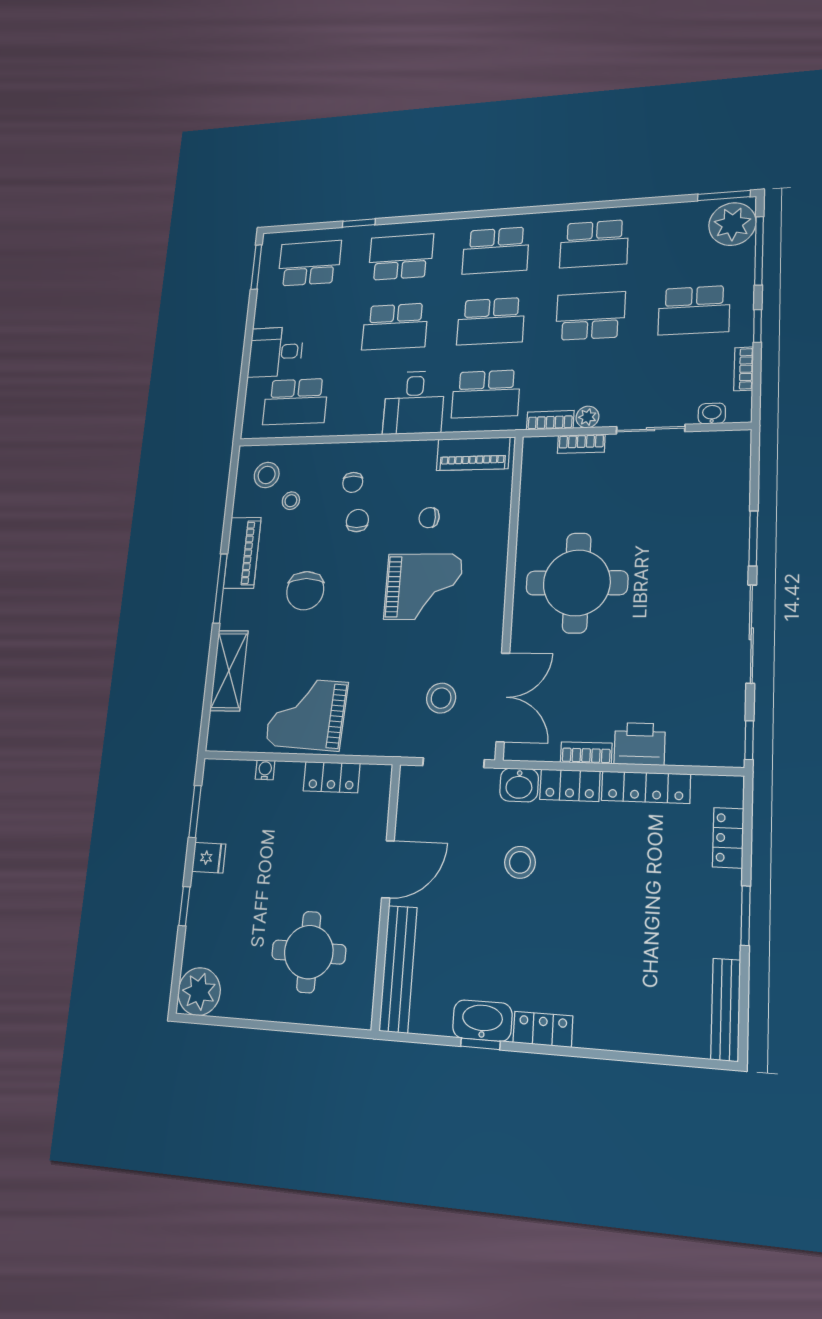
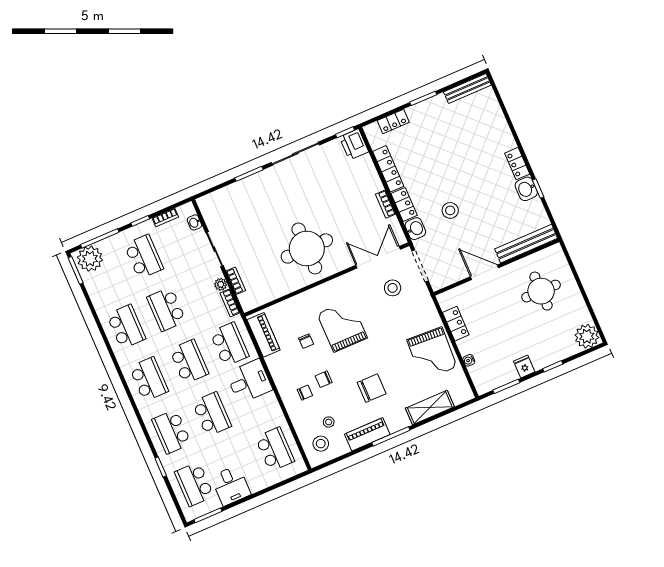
desk: (275, 352) -> (231, 485), moved
printer: (640, 744) -> (354, 144), moved
washbasin: (482, 1021) -> (526, 189), width x0.72

